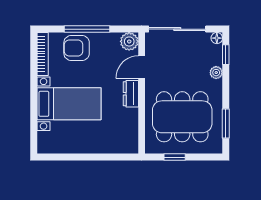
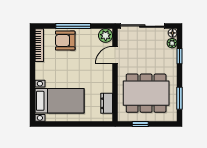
window: (226, 55) -> (179, 56), moved
plant: (216, 73) -> (172, 43), moved
dresser: (131, 94) -> (107, 103), moved
bed with nightstands: (69, 104) -> (59, 101), moved

